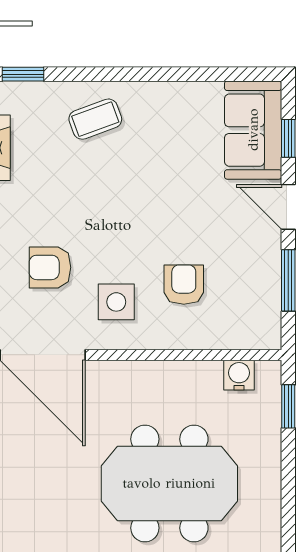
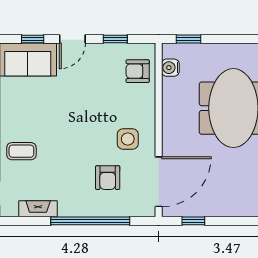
coffee table: (95, 119) -> (21, 151), turned -70
window: (288, 280) -> (115, 39), width x0.67
armchair: (184, 285) -> (138, 71), moved

